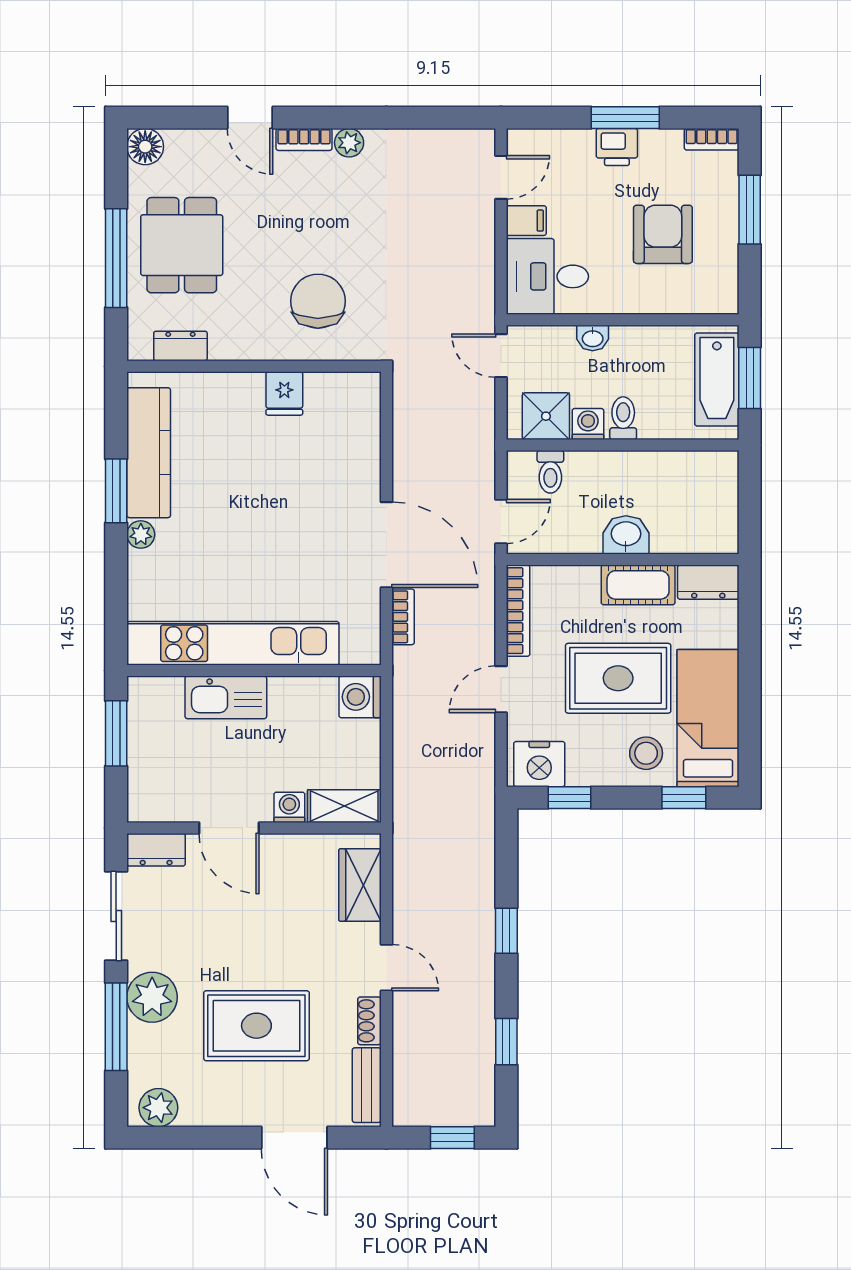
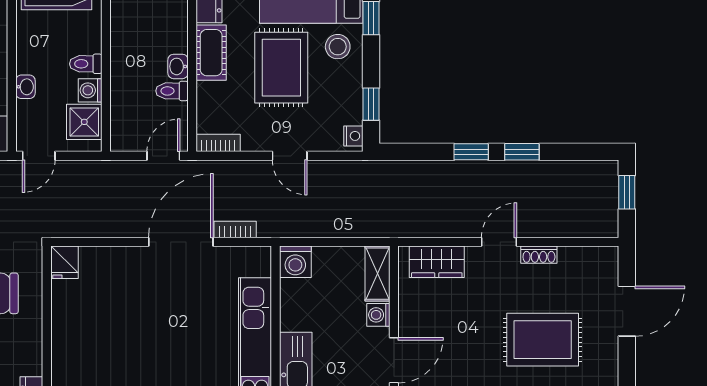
fridge: (284, 393) -> (65, 262), moved, turned 90
toilet: (550, 472) -> (172, 91), moved, turned 180
door: (501, 521) -> (163, 156), hinge flipped
washbasin: (626, 535) -> (178, 66), width x0.72, depth x0.69
bookcase: (518, 611) -> (218, 143), width x0.64
nightstand: (539, 764) -> (353, 136), width x0.53, depth x0.56
rug: (256, 1026) -> (543, 340), turned 90
window: (506, 1042) -> (522, 152), moved
bench: (367, 1085) -> (587, 257), removed

